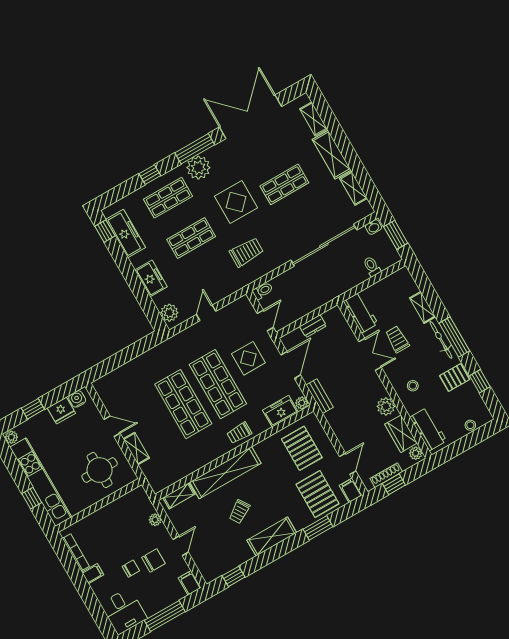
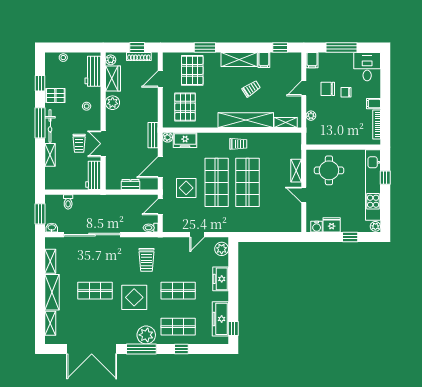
trolley: (246, 252) -> (147, 260), turned -90
trolley: (239, 433) -> (238, 144), moved
filing cabinet: (351, 490) -> (264, 60), moved

